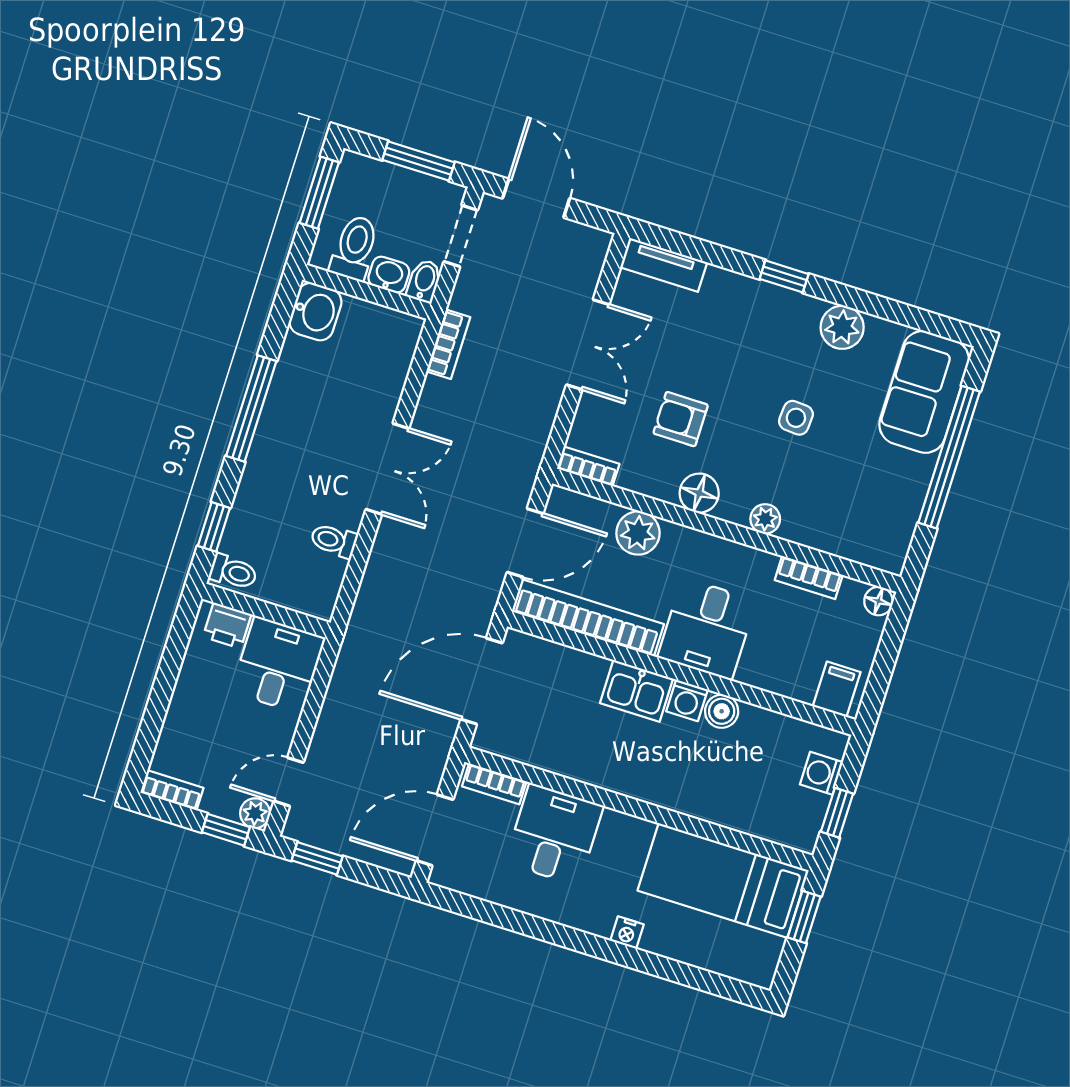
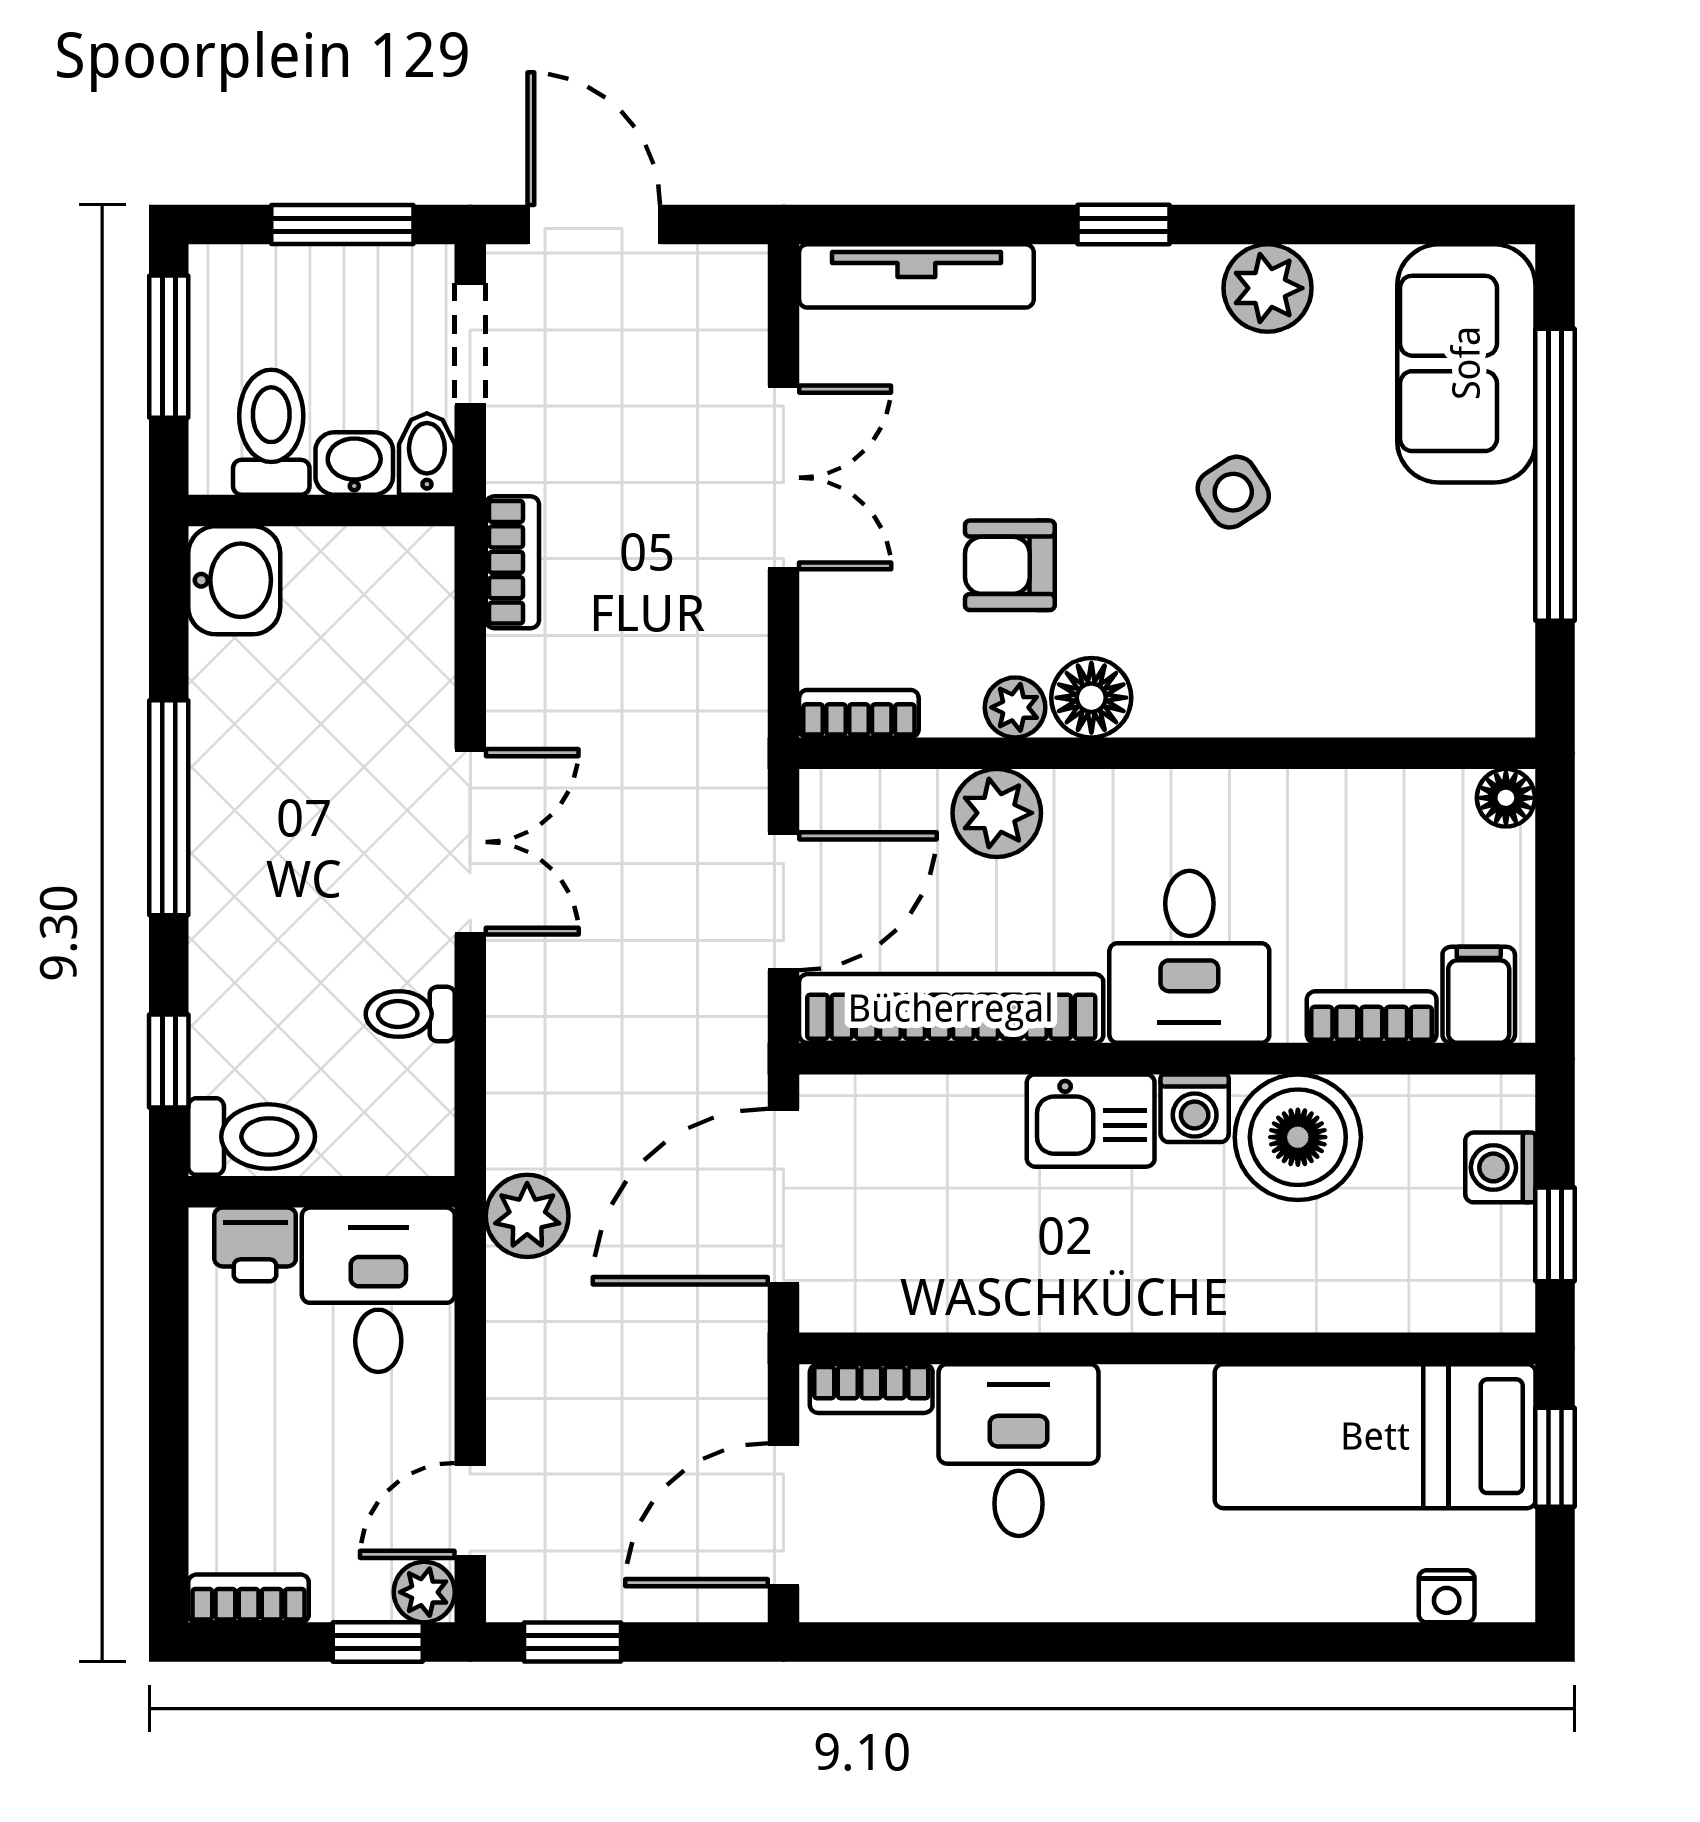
tv unit: (664, 265) -> (916, 276), width x1.41
side table: (796, 418) -> (1233, 492), turned -37
plant: (765, 519) -> (1015, 707), moved
toilet: (233, 572) -> (252, 1137), width x1.37, depth x1.39
bookcase: (809, 577) -> (1372, 1017), moved, turned 180
plant: (359, 652) -> (527, 1216), added
boiler: (722, 711) -> (1298, 1137), width x1.86, depth x1.86
nightstand: (627, 933) -> (1447, 1596), moved

